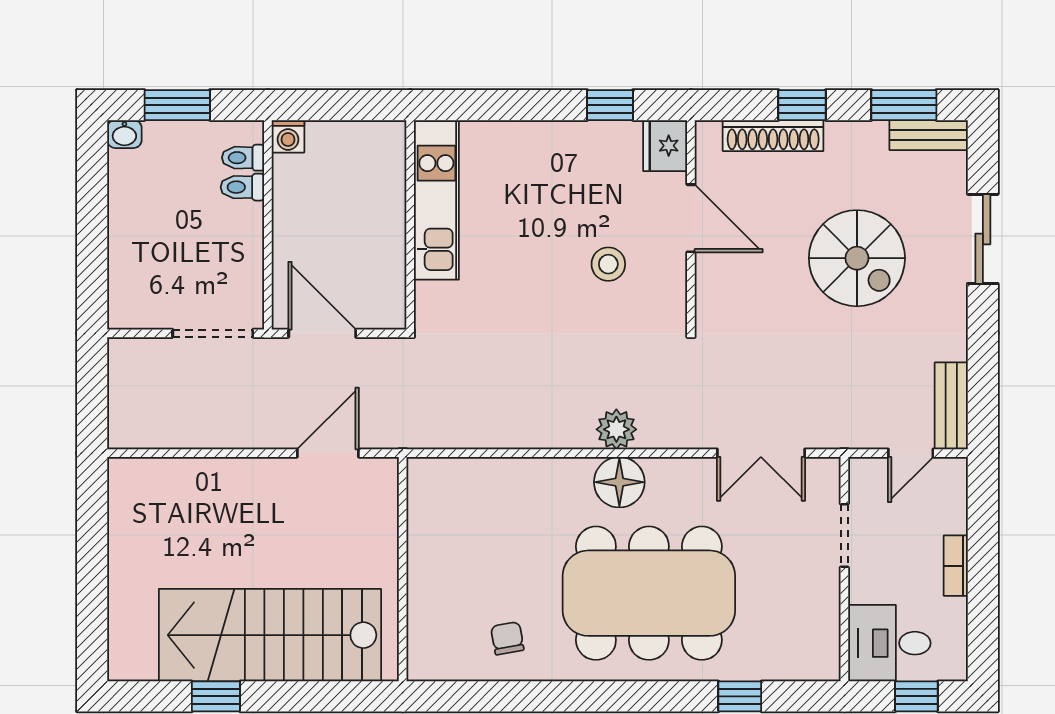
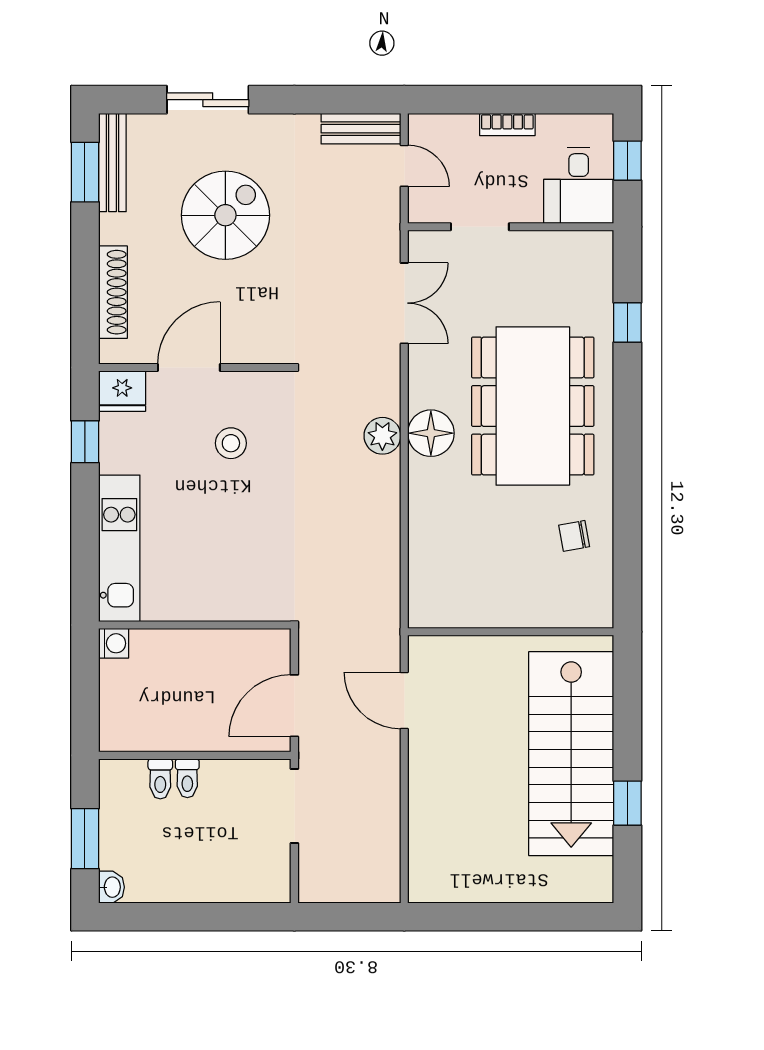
window: (802, 105) -> (85, 266), removed
bench: (929, 135) -> (112, 163), width x1.36
washing machine: (288, 136) -> (114, 643), moved
toilet: (243, 158) -> (187, 778), moved
kitchen unit: (436, 200) -> (119, 548), moved, turned 90

